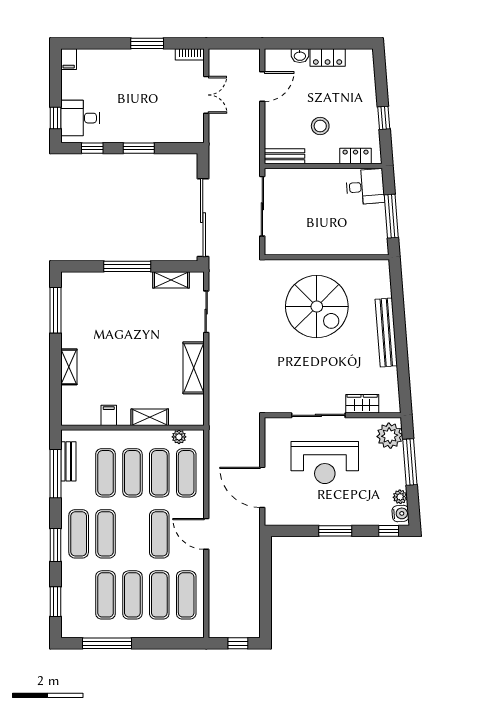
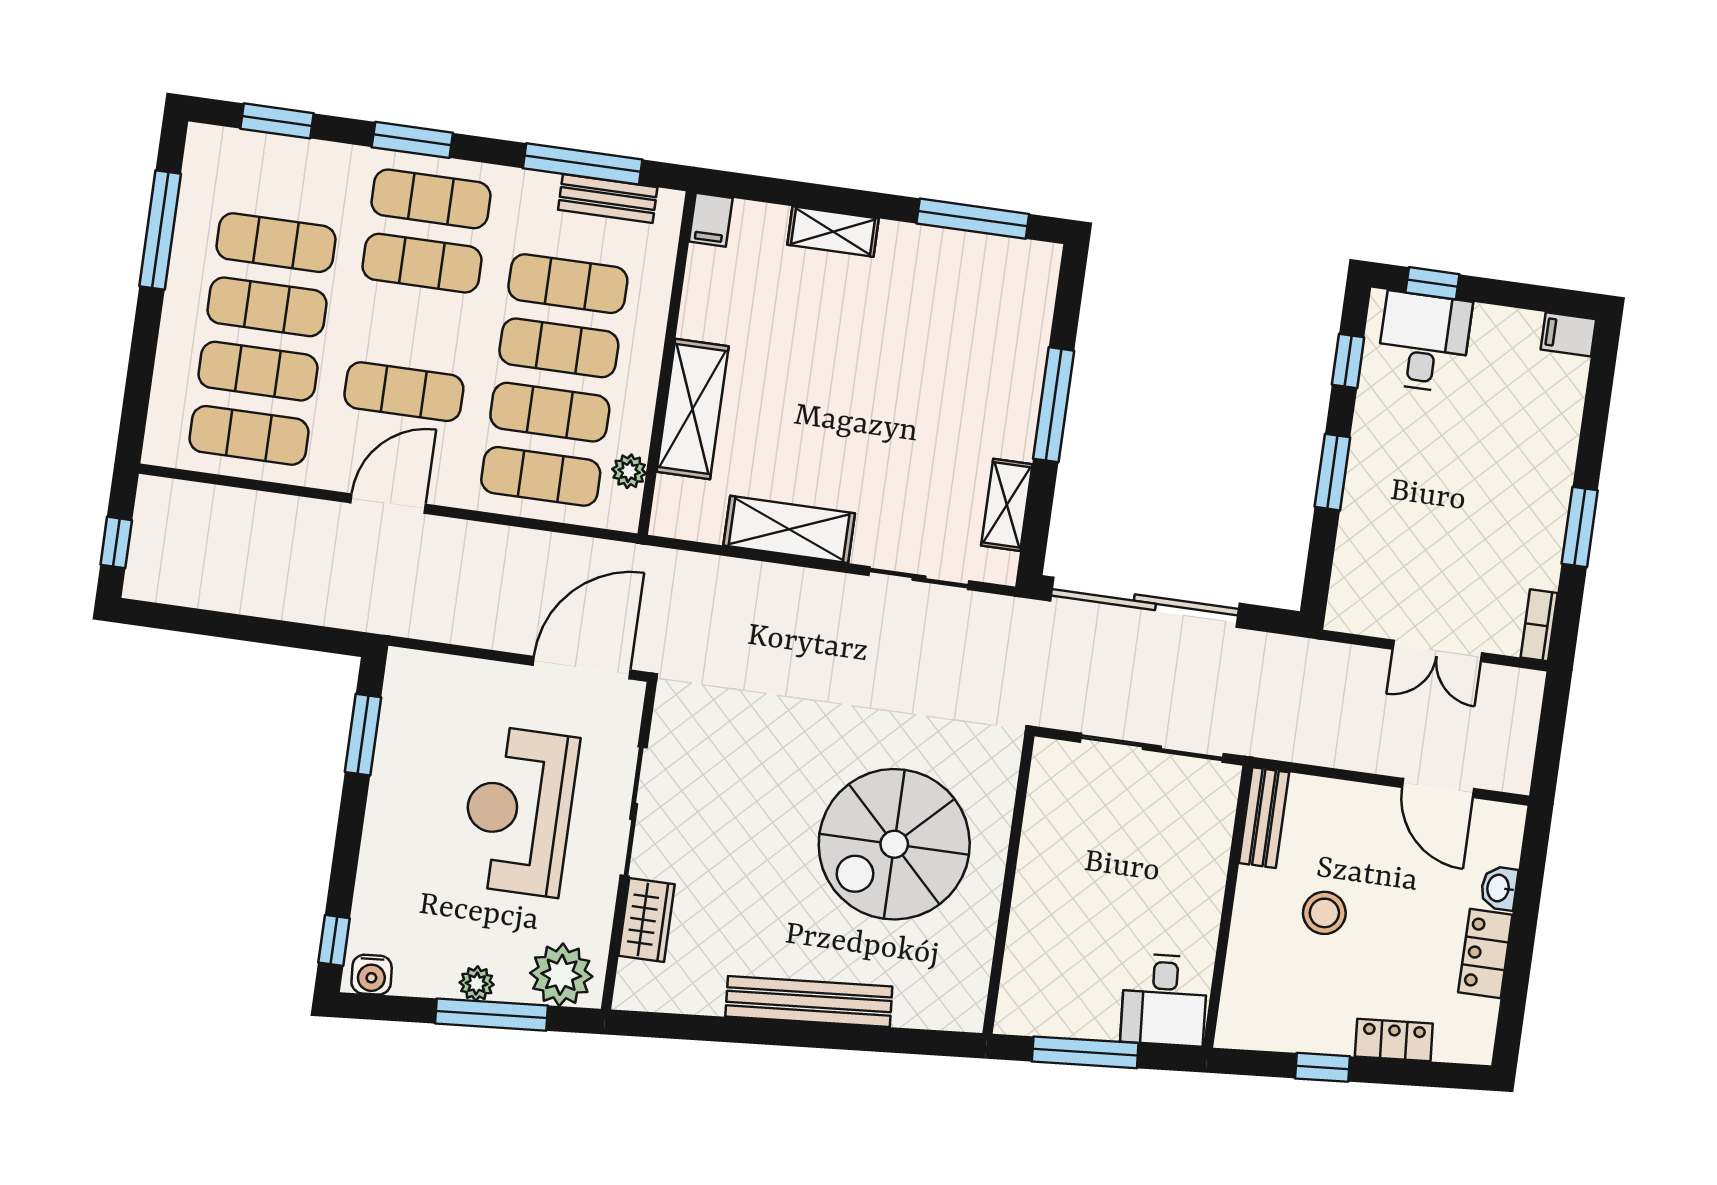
locker: (356, 156) -> (1394, 1040), moved, turned -94
filing cabinet: (109, 415) -> (711, 220), moved, turned 90
shelving: (150, 417) -> (693, 409), width x1.50, depth x1.33
door: (262, 487) -> (582, 668), moved
plant: (400, 497) -> (477, 984), moved
window: (335, 531) -> (363, 735), moved

